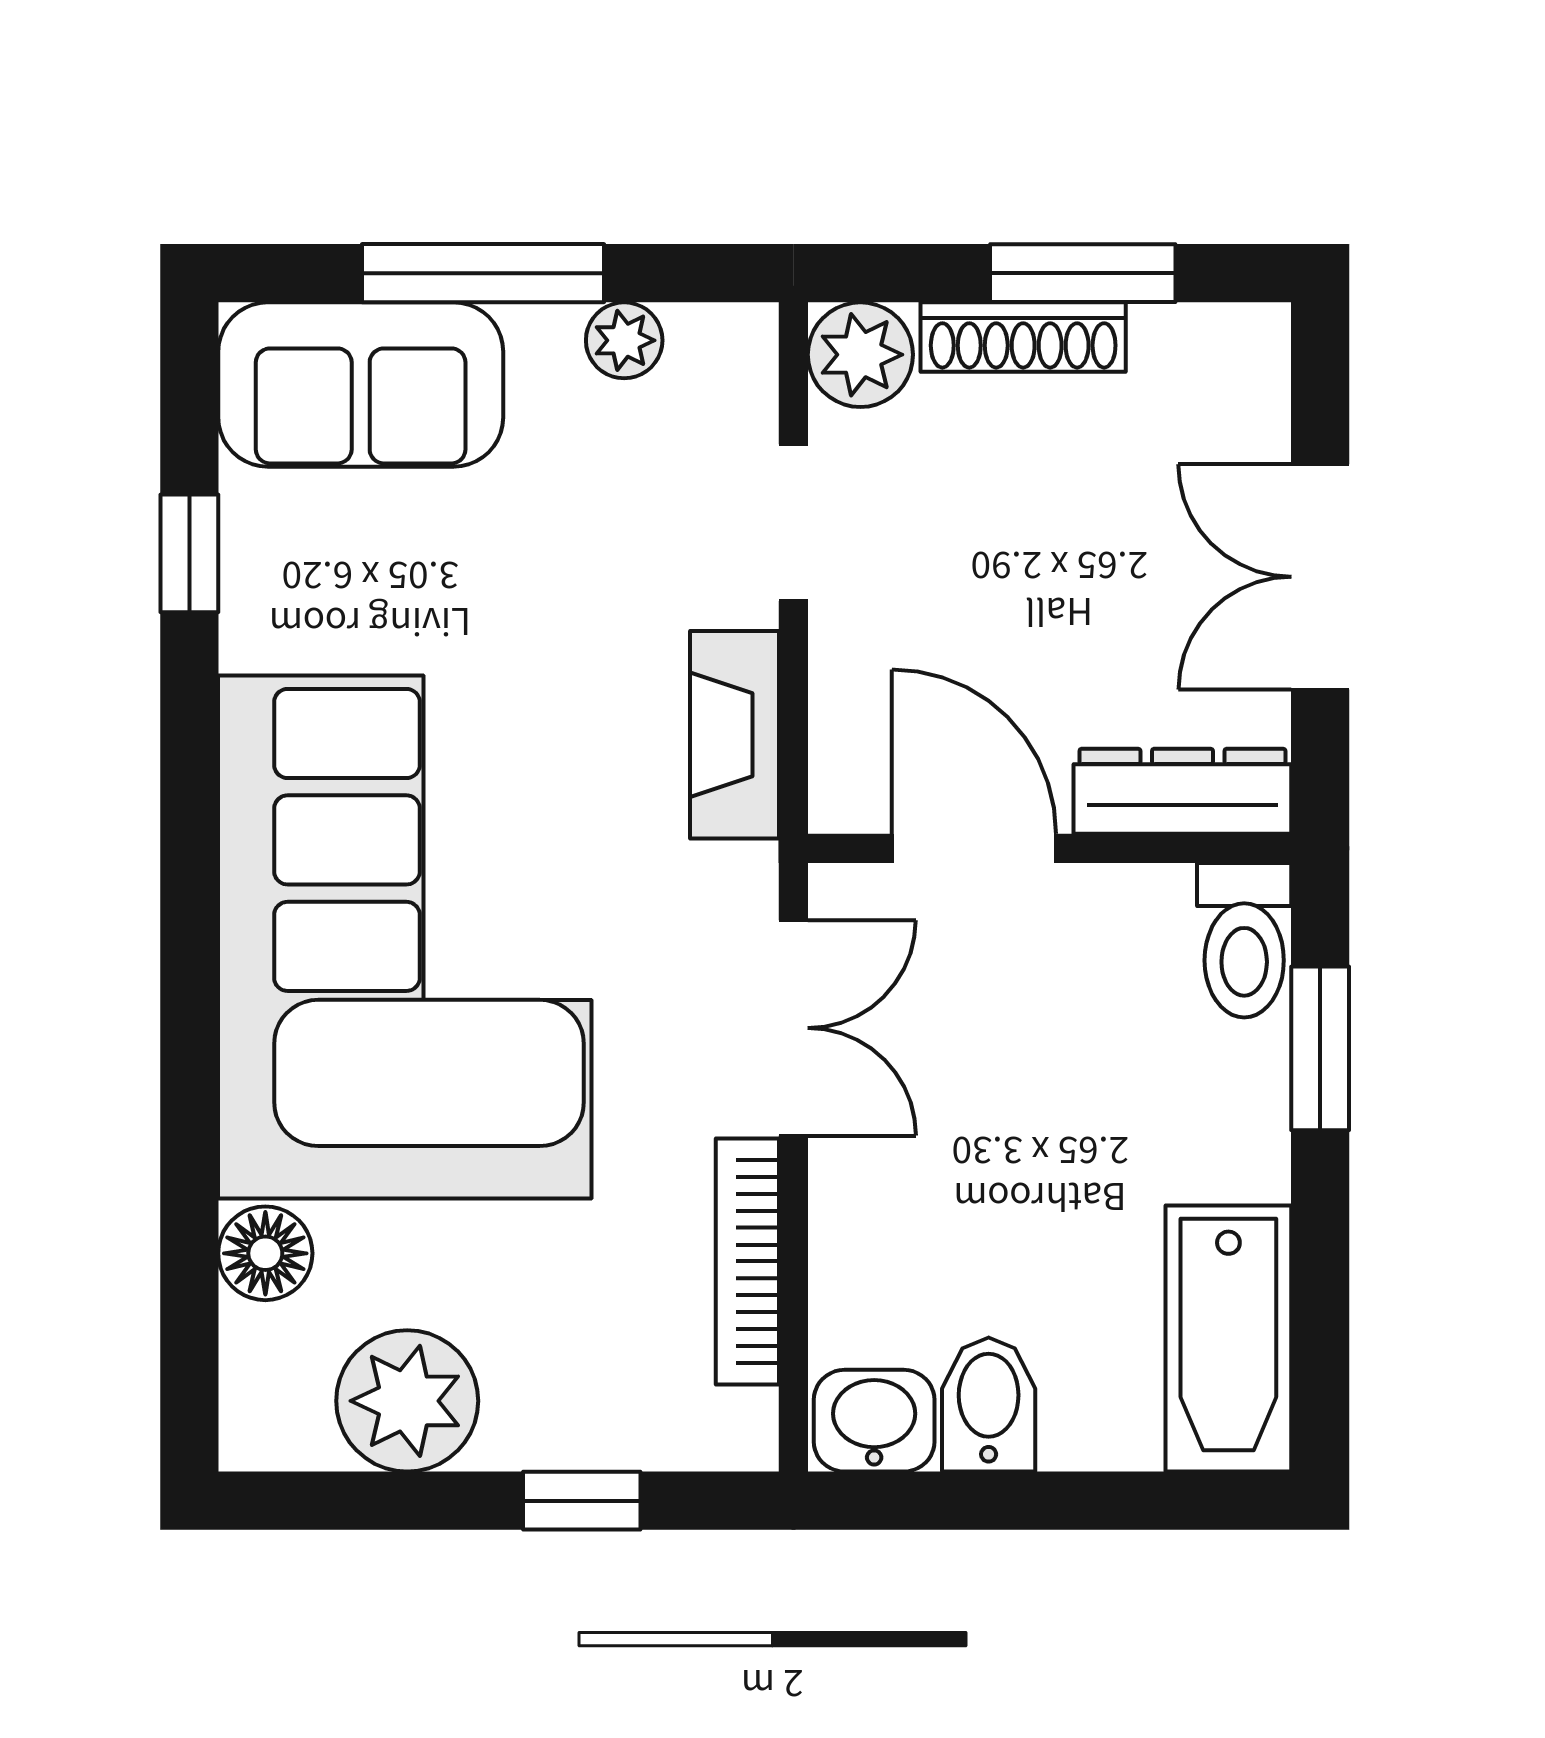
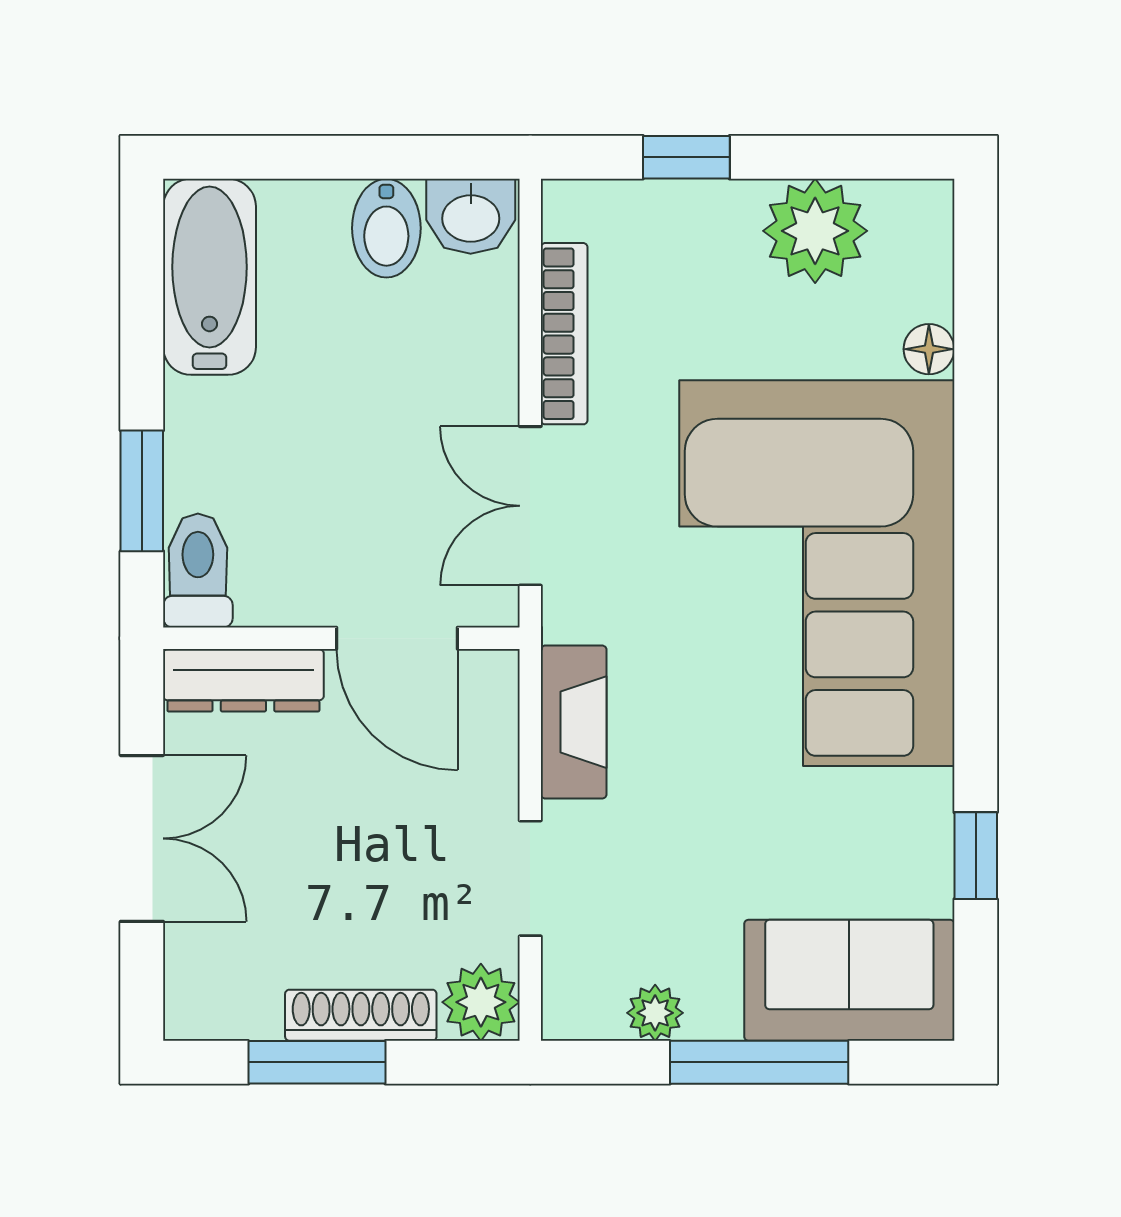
floor lamp: (265, 1253) -> (929, 349), width x0.73, depth x0.73

